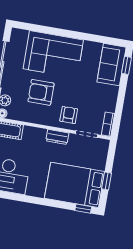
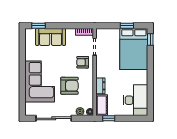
sofa: (112, 65) -> (51, 37), moved
armchair: (41, 92) -> (69, 86), turned -90
dresser: (57, 137) -> (100, 86), moved

